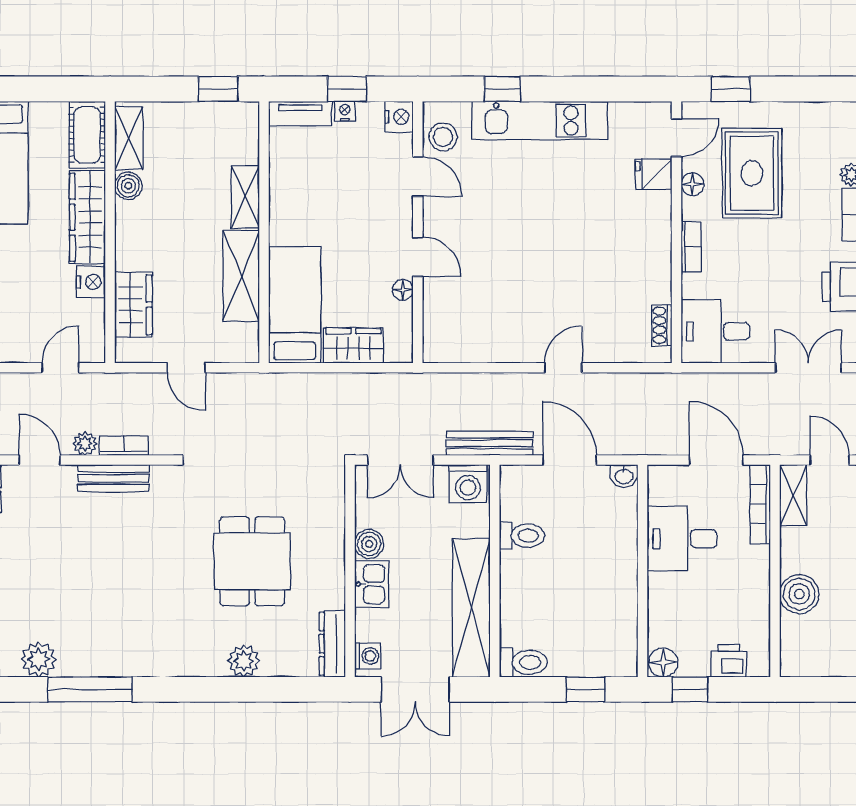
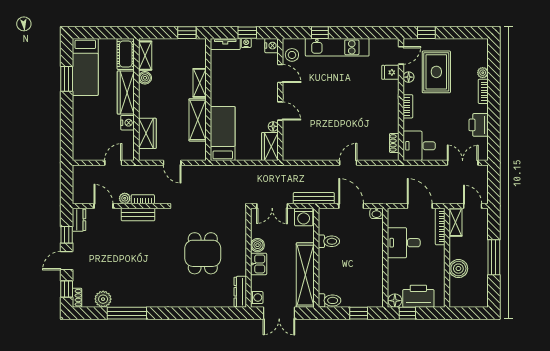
wardrobe: (353, 346) -> (270, 147), moved, turned -90
plant: (244, 661) -> (199, 300), removed
printer: (729, 661) -> (418, 296), width x1.87, depth x1.48

